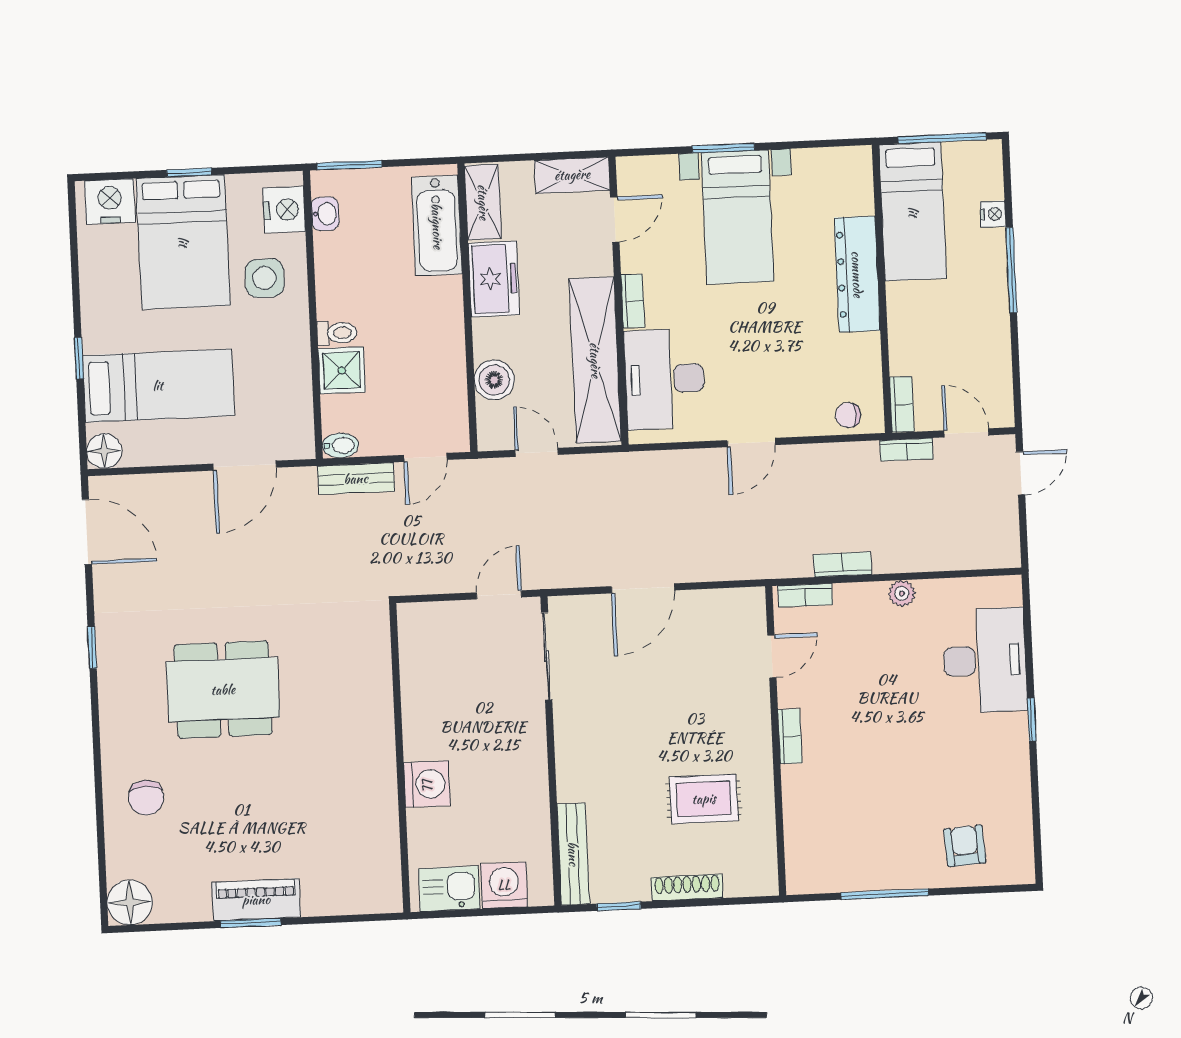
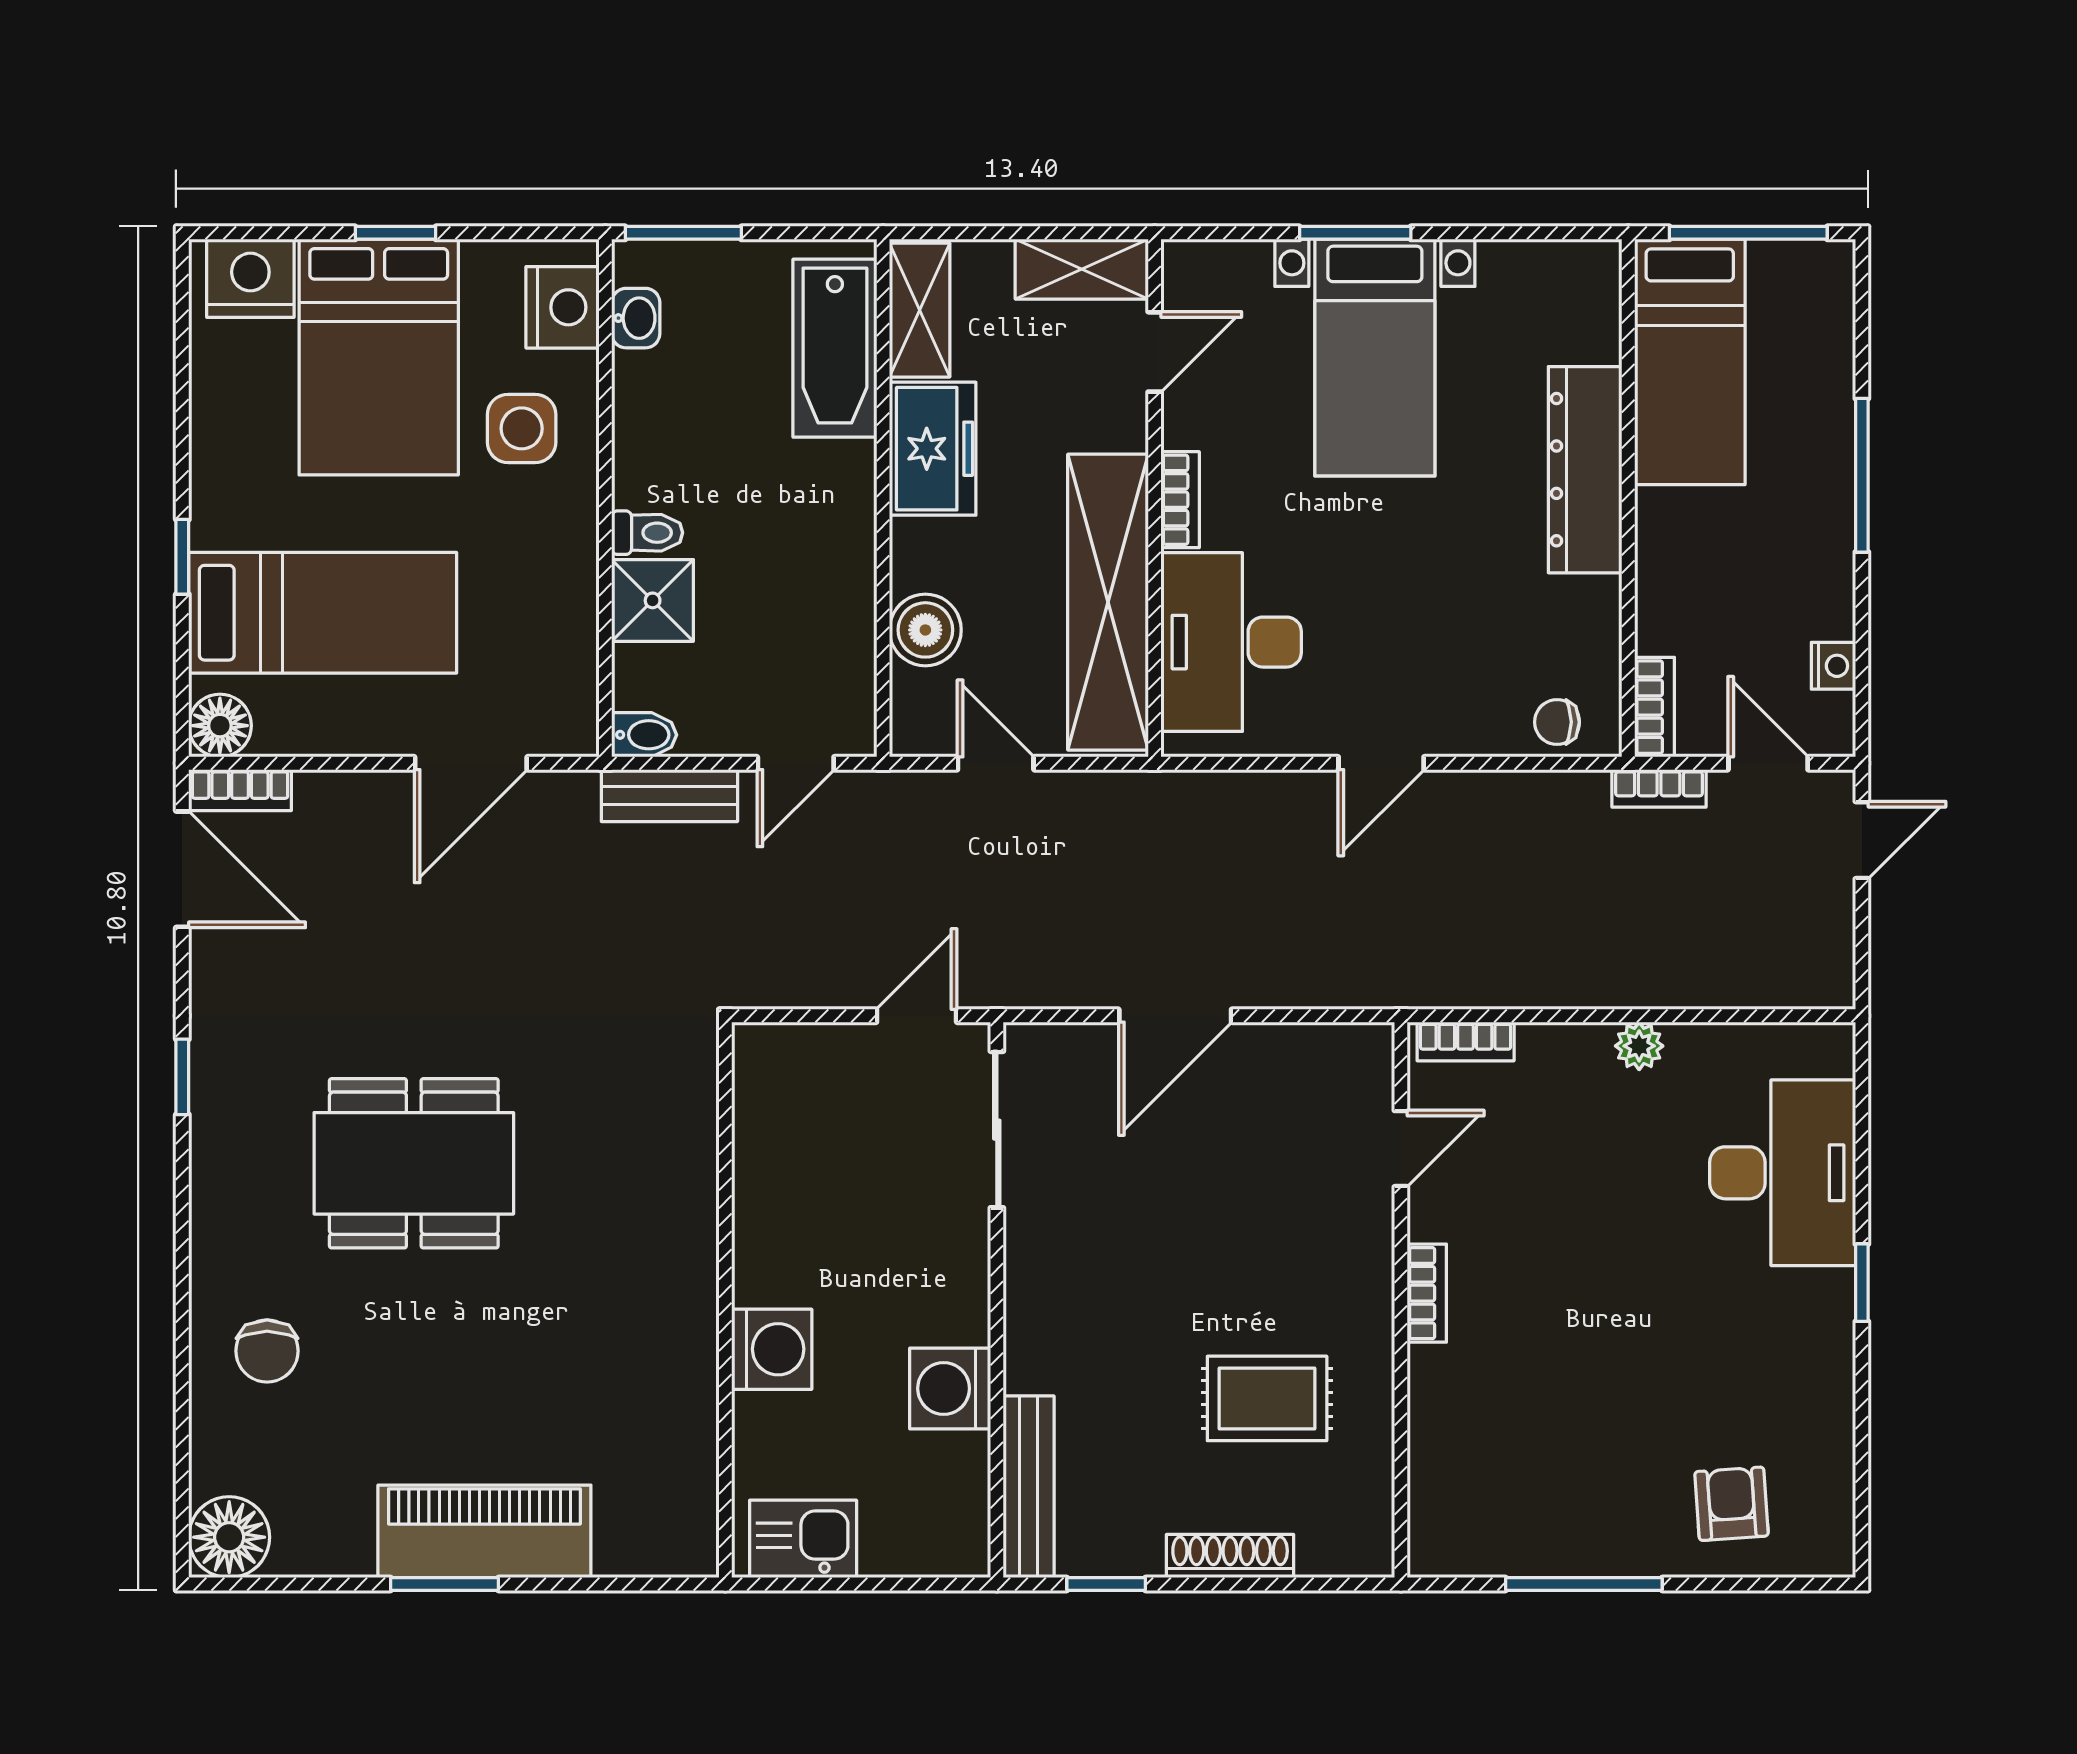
nightstand: (993, 214) -> (1833, 666), moved
bookcase: (842, 564) -> (240, 790), moved, turned 180
washing machine: (504, 885) -> (950, 1388), moved, turned -90
piano: (256, 900) -> (484, 1531), width x1.37, depth x1.33

